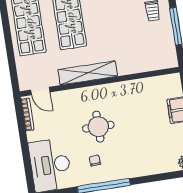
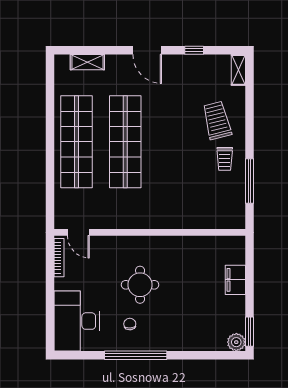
shelving: (88, 73) -> (137, 220), removed

